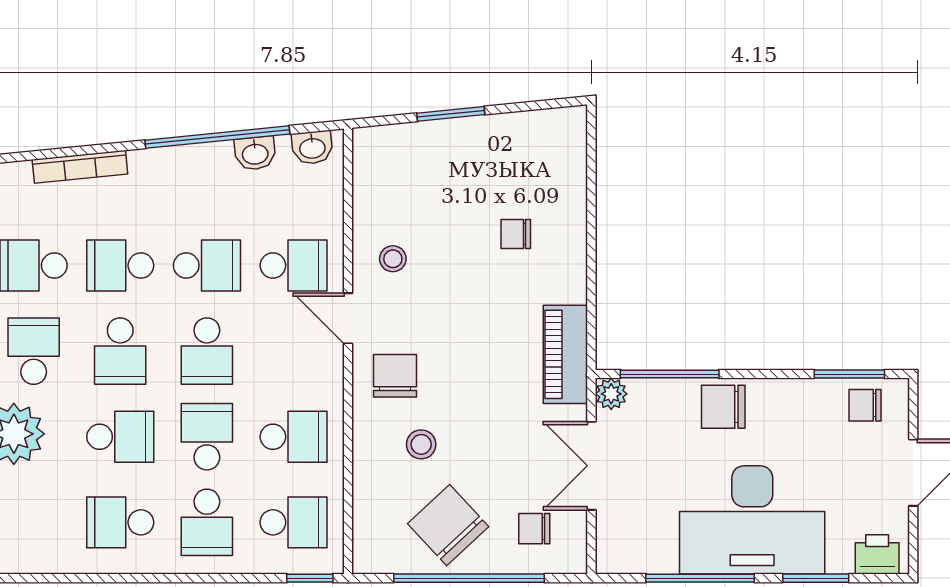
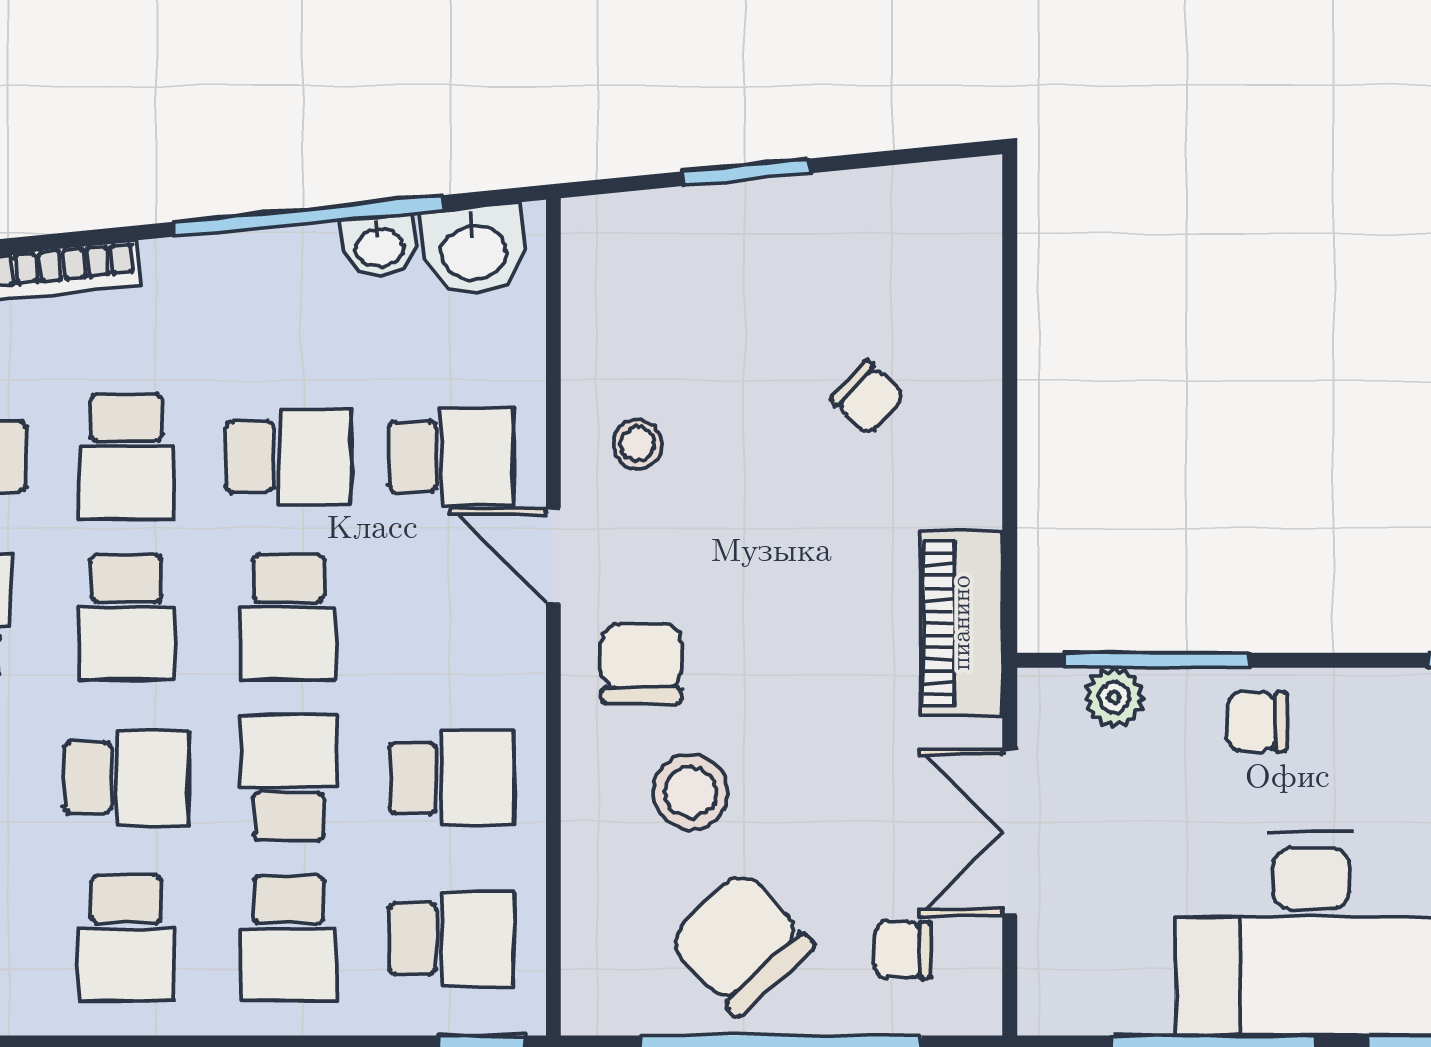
washbasin: (312, 148) -> (474, 250), width x1.38, depth x1.45
chair: (516, 234) -> (868, 398), turned -137
school desk: (120, 265) -> (126, 457), turned -90
plant: (611, 394) -> (1114, 697), moved
chair: (723, 407) -> (1257, 722), width x0.73, depth x0.73
stool: (421, 444) -> (690, 792), width x1.37, depth x1.37
school desk: (120, 522) -> (126, 938), turned -90

